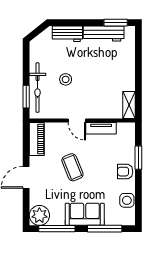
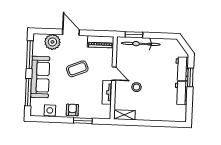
window: (116, 23) -> (190, 77), moved
workbench: (104, 34) -> (181, 93), width x0.73
stool: (66, 79) -> (136, 87), moved
door: (77, 120) -> (114, 74), swing flipped
sofa: (85, 214) -> (40, 77), width x1.36
plant: (39, 215) -> (52, 42), moved

